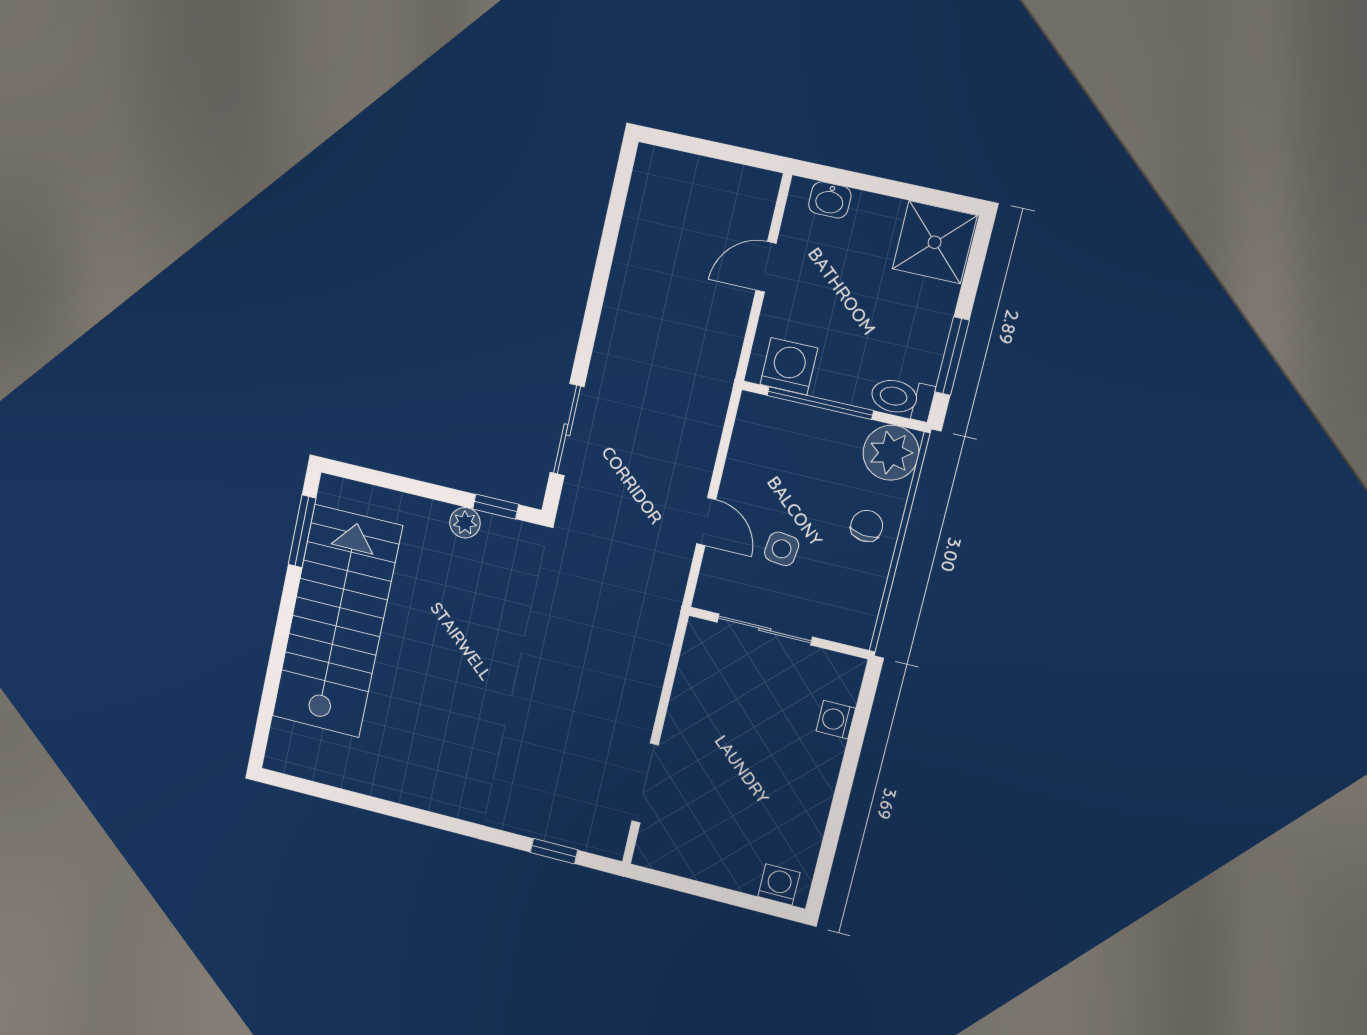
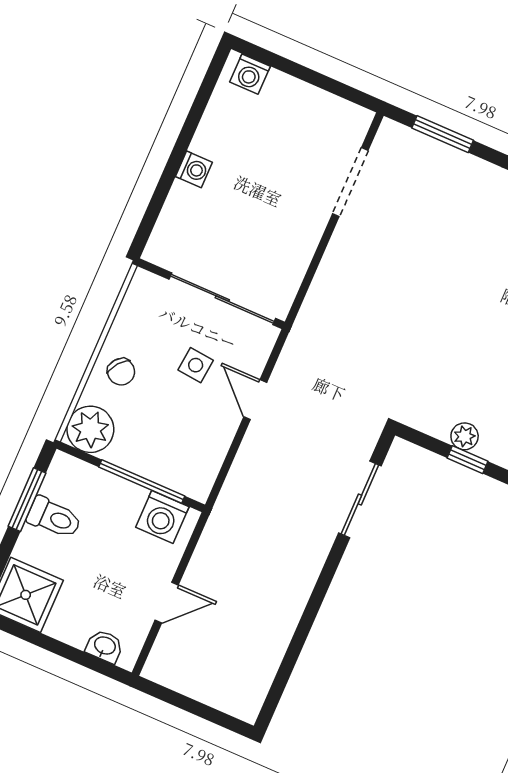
toilet: (902, 398) -> (54, 518), moved
window: (496, 507) -> (468, 460), moved
chair: (867, 526) -> (121, 372), turned -58
sliding door: (765, 630) -> (222, 299), width x1.37
washing machine: (836, 720) -> (194, 169), moved
window: (554, 851) -> (443, 134), width x1.50

